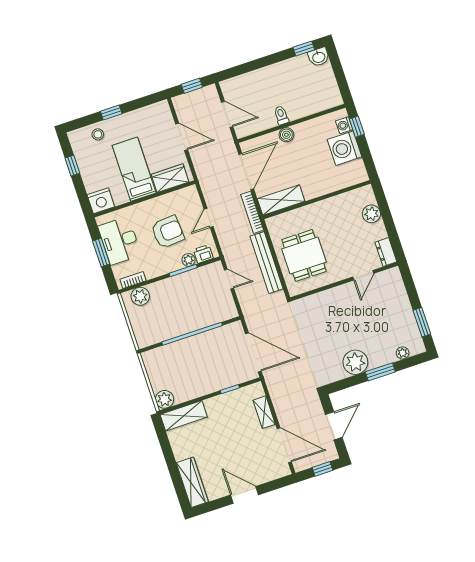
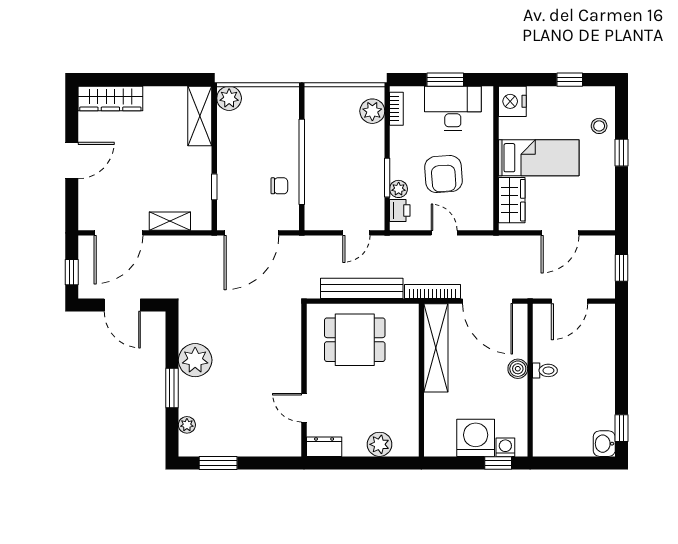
shelving: (281, 200) -> (436, 348), width x1.47
chair: (214, 344) -> (279, 186), added

